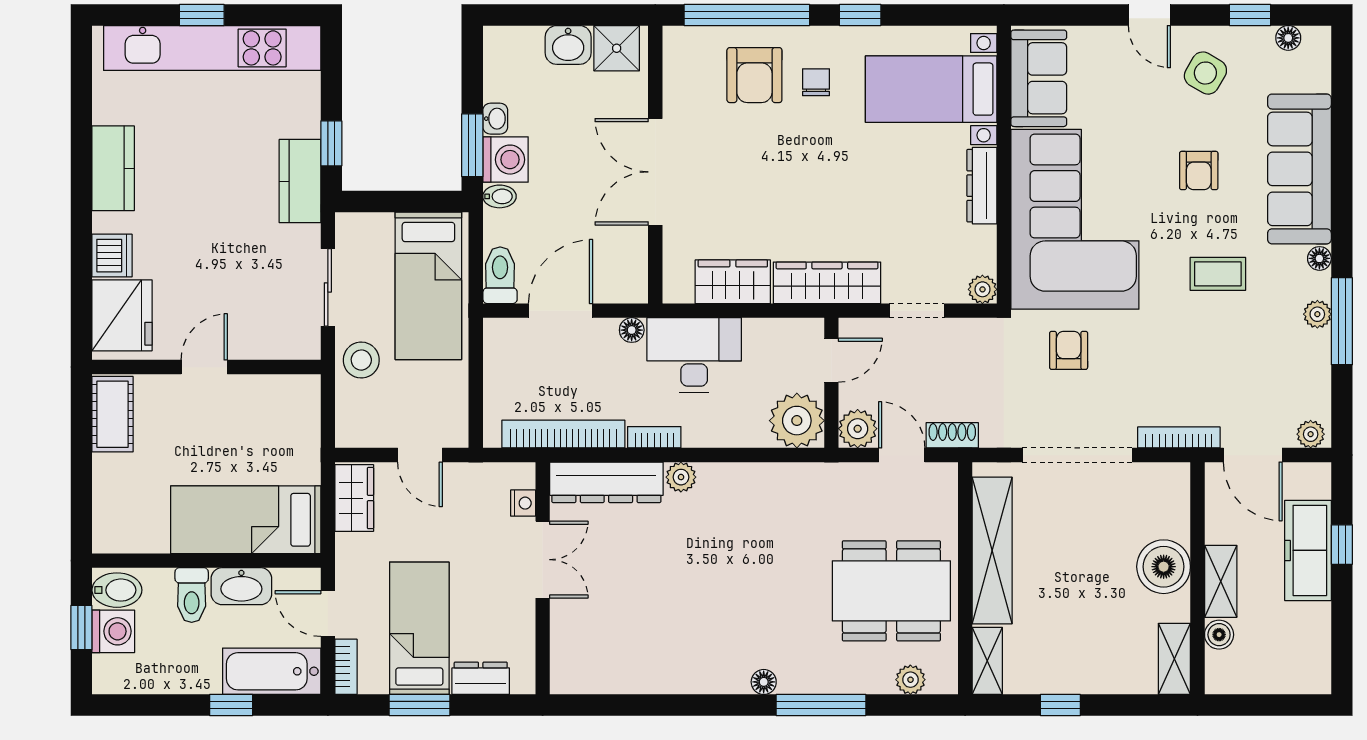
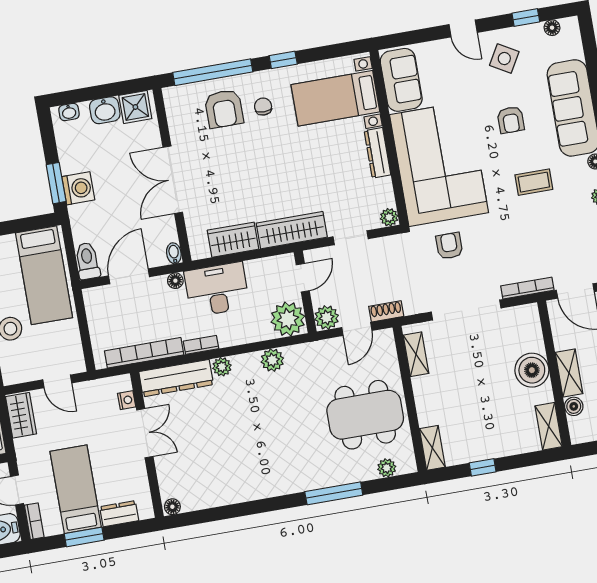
washbasin: (495, 119) -> (69, 112), moved, turned 90
bidet: (500, 196) -> (174, 253), moved, turned -90
door: (902, 455) -> (357, 329), swing flipped
plant: (761, 480) -> (272, 360), added
shelving: (992, 550) -> (416, 354), width x0.45, depth x0.75
floor lamp: (764, 682) -> (172, 507), moved

